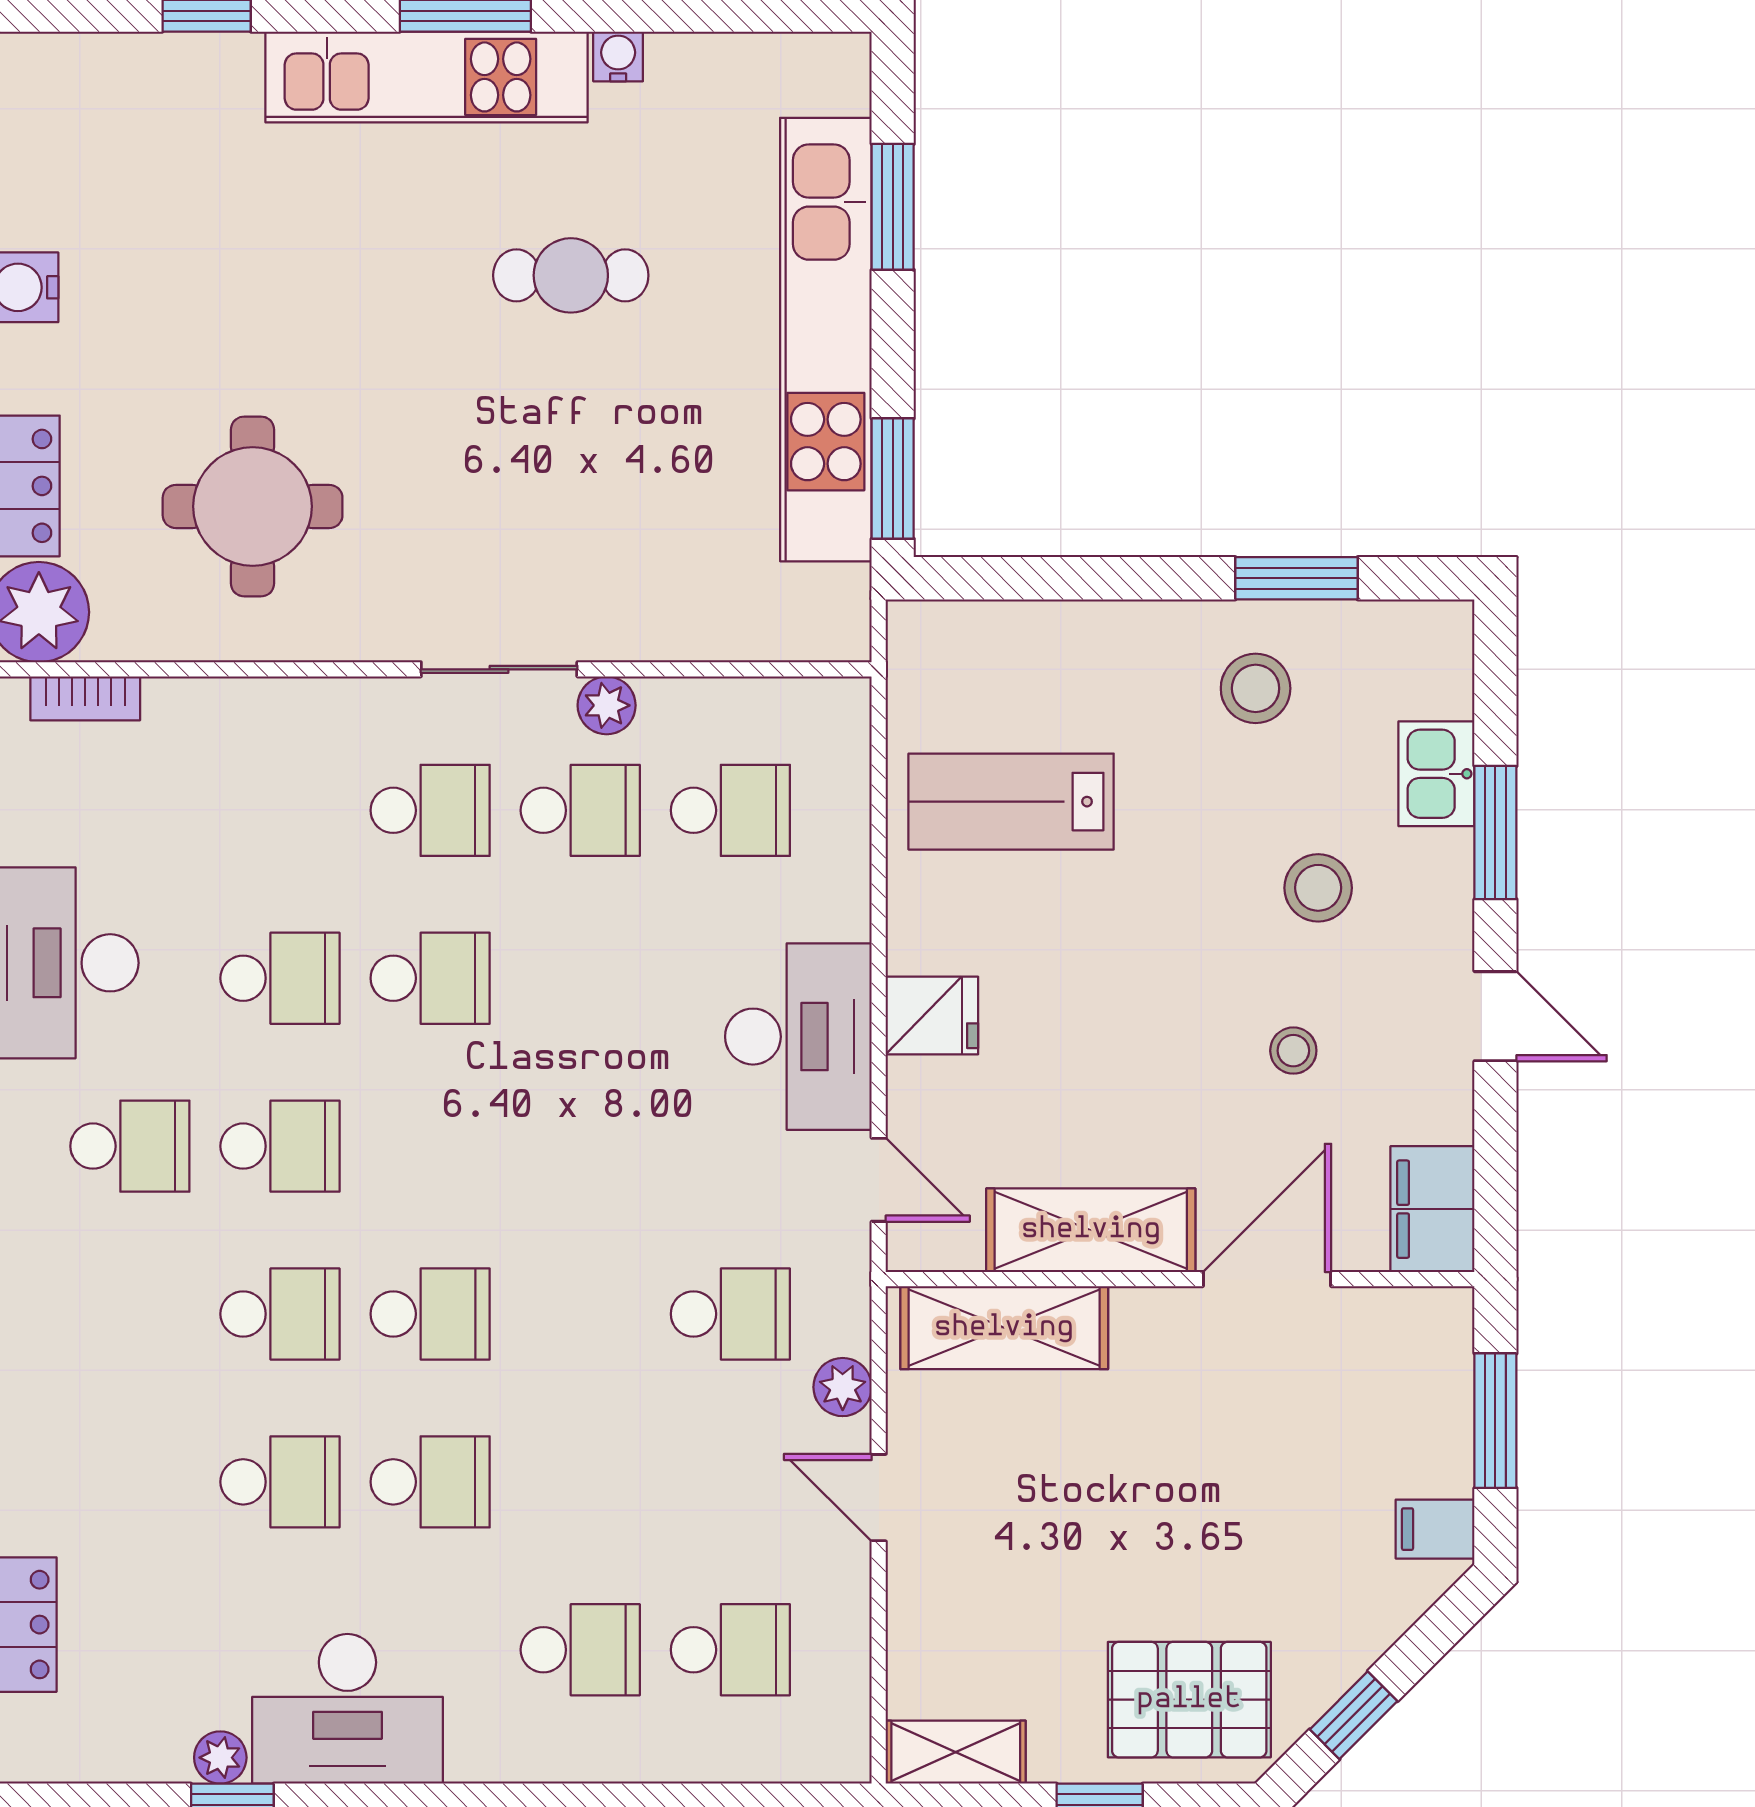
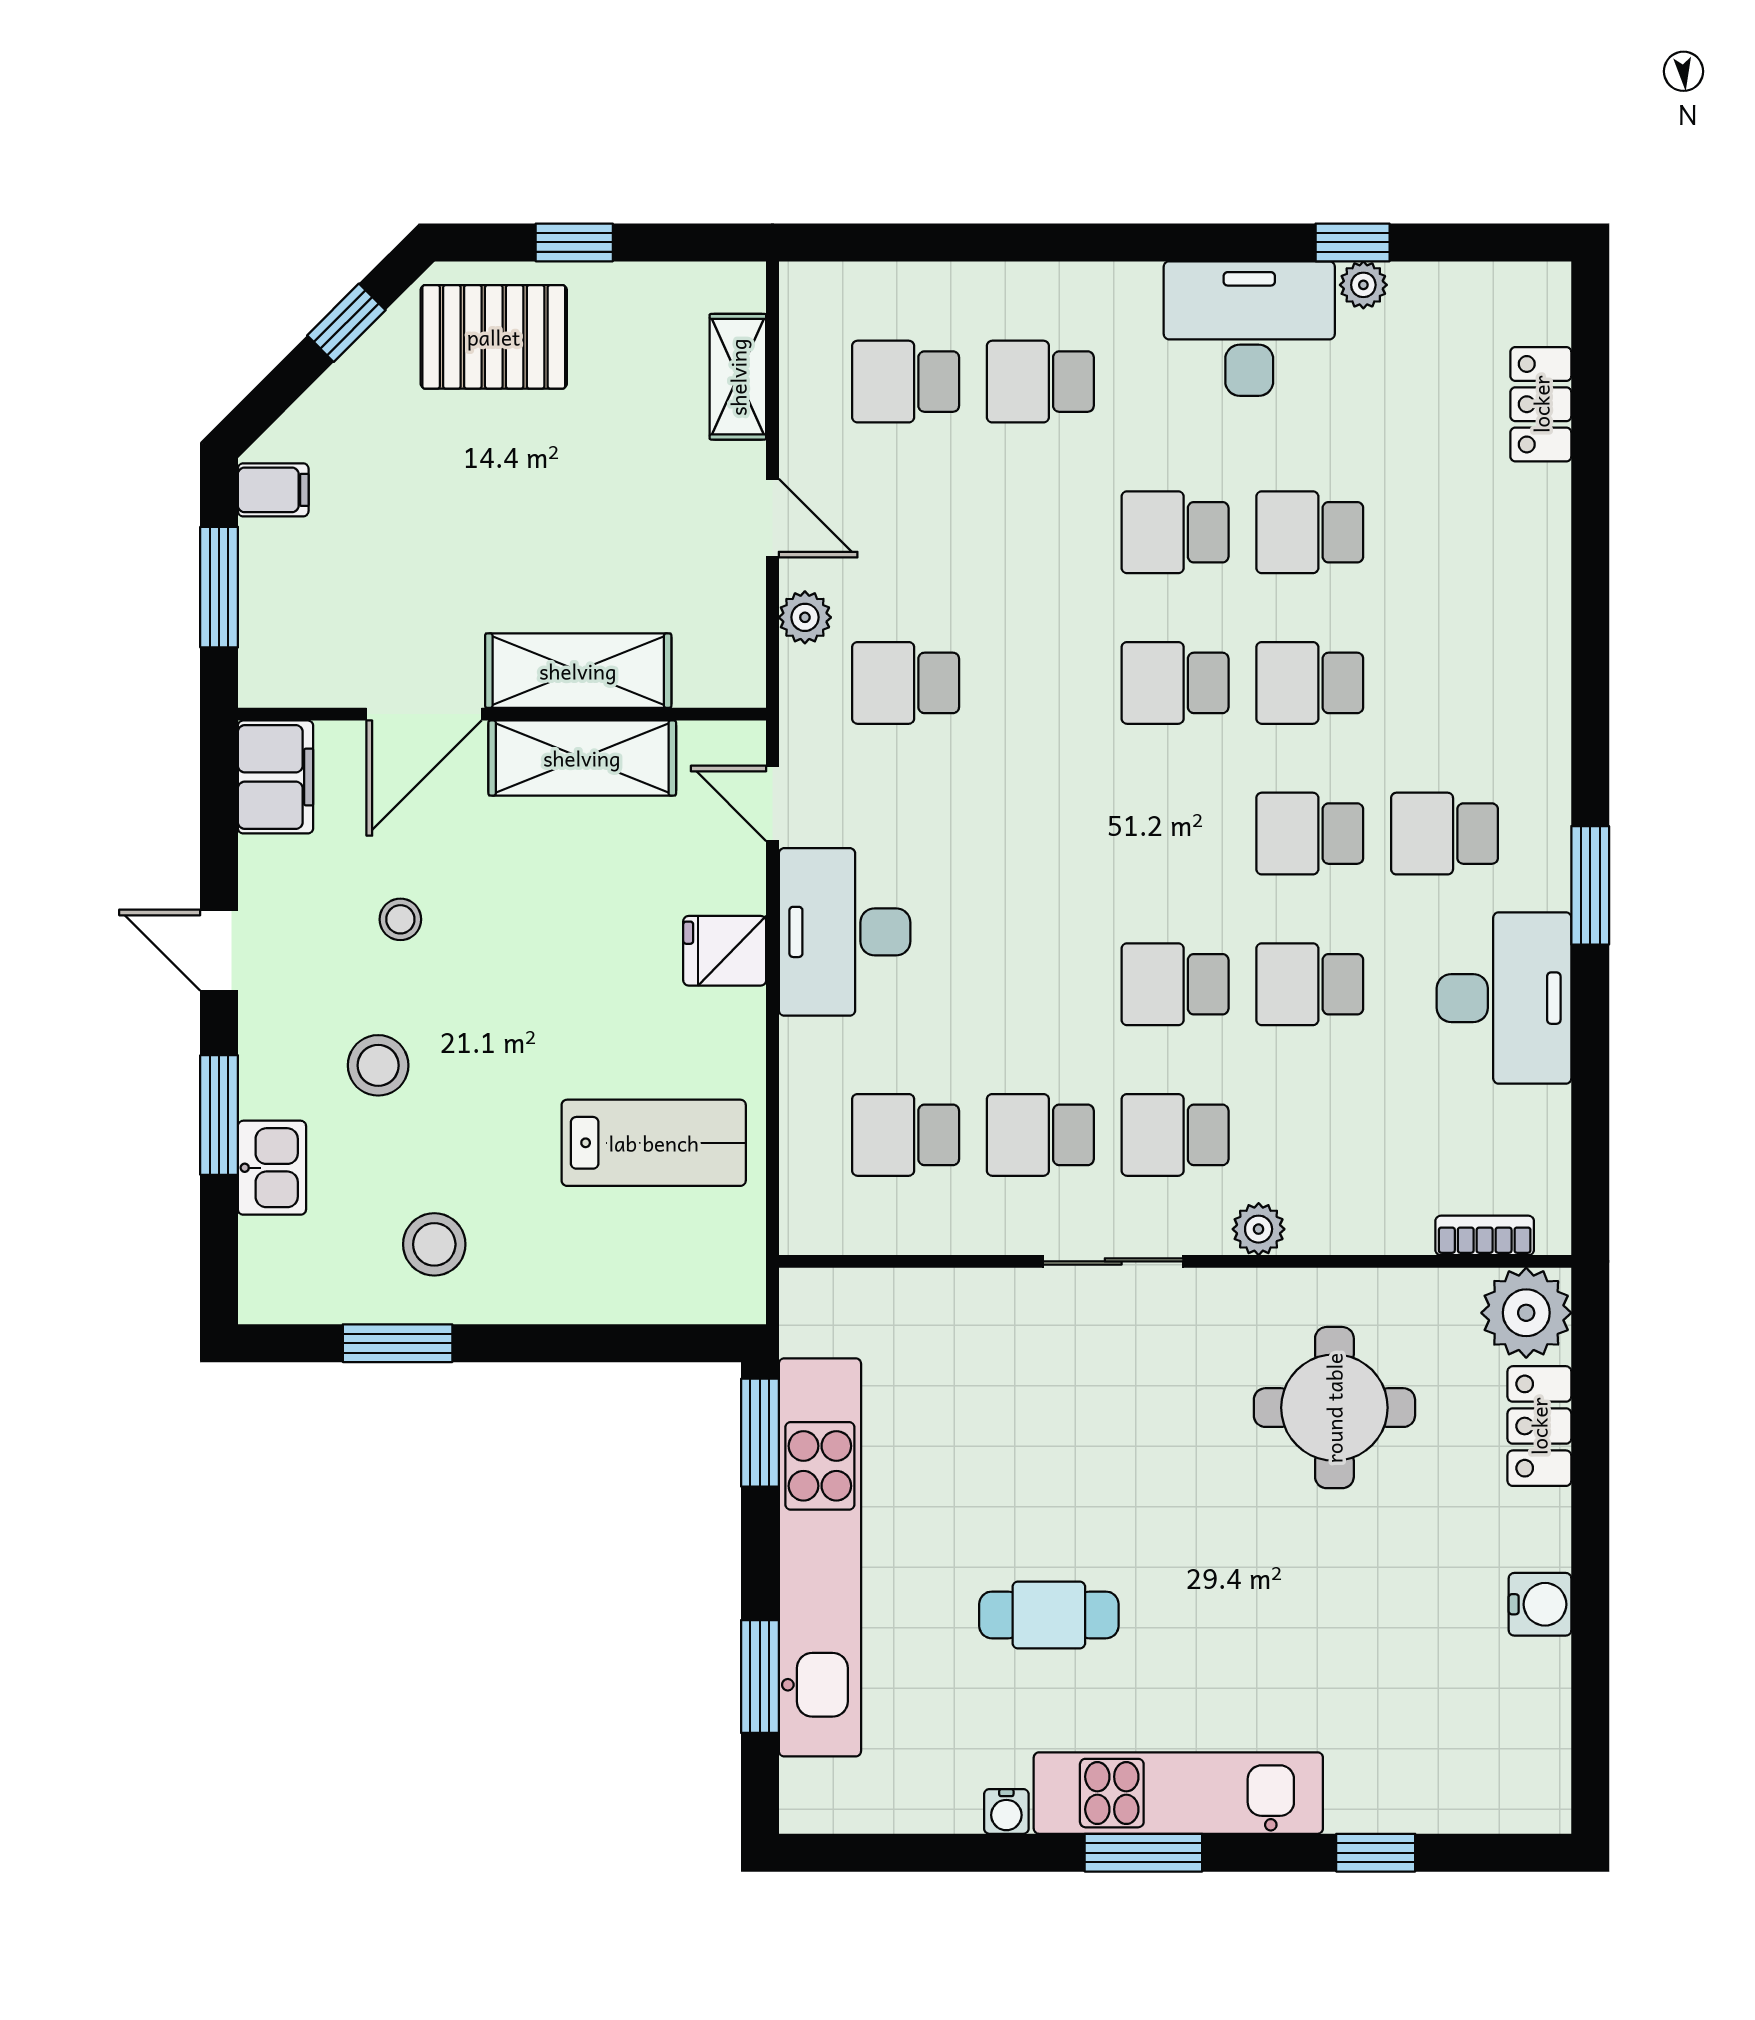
plant: (607, 705) -> (1259, 1229), moved
shelving: (1004, 1328) -> (578, 671), moved
shelving: (956, 1752) -> (738, 377), moved, turned 90

